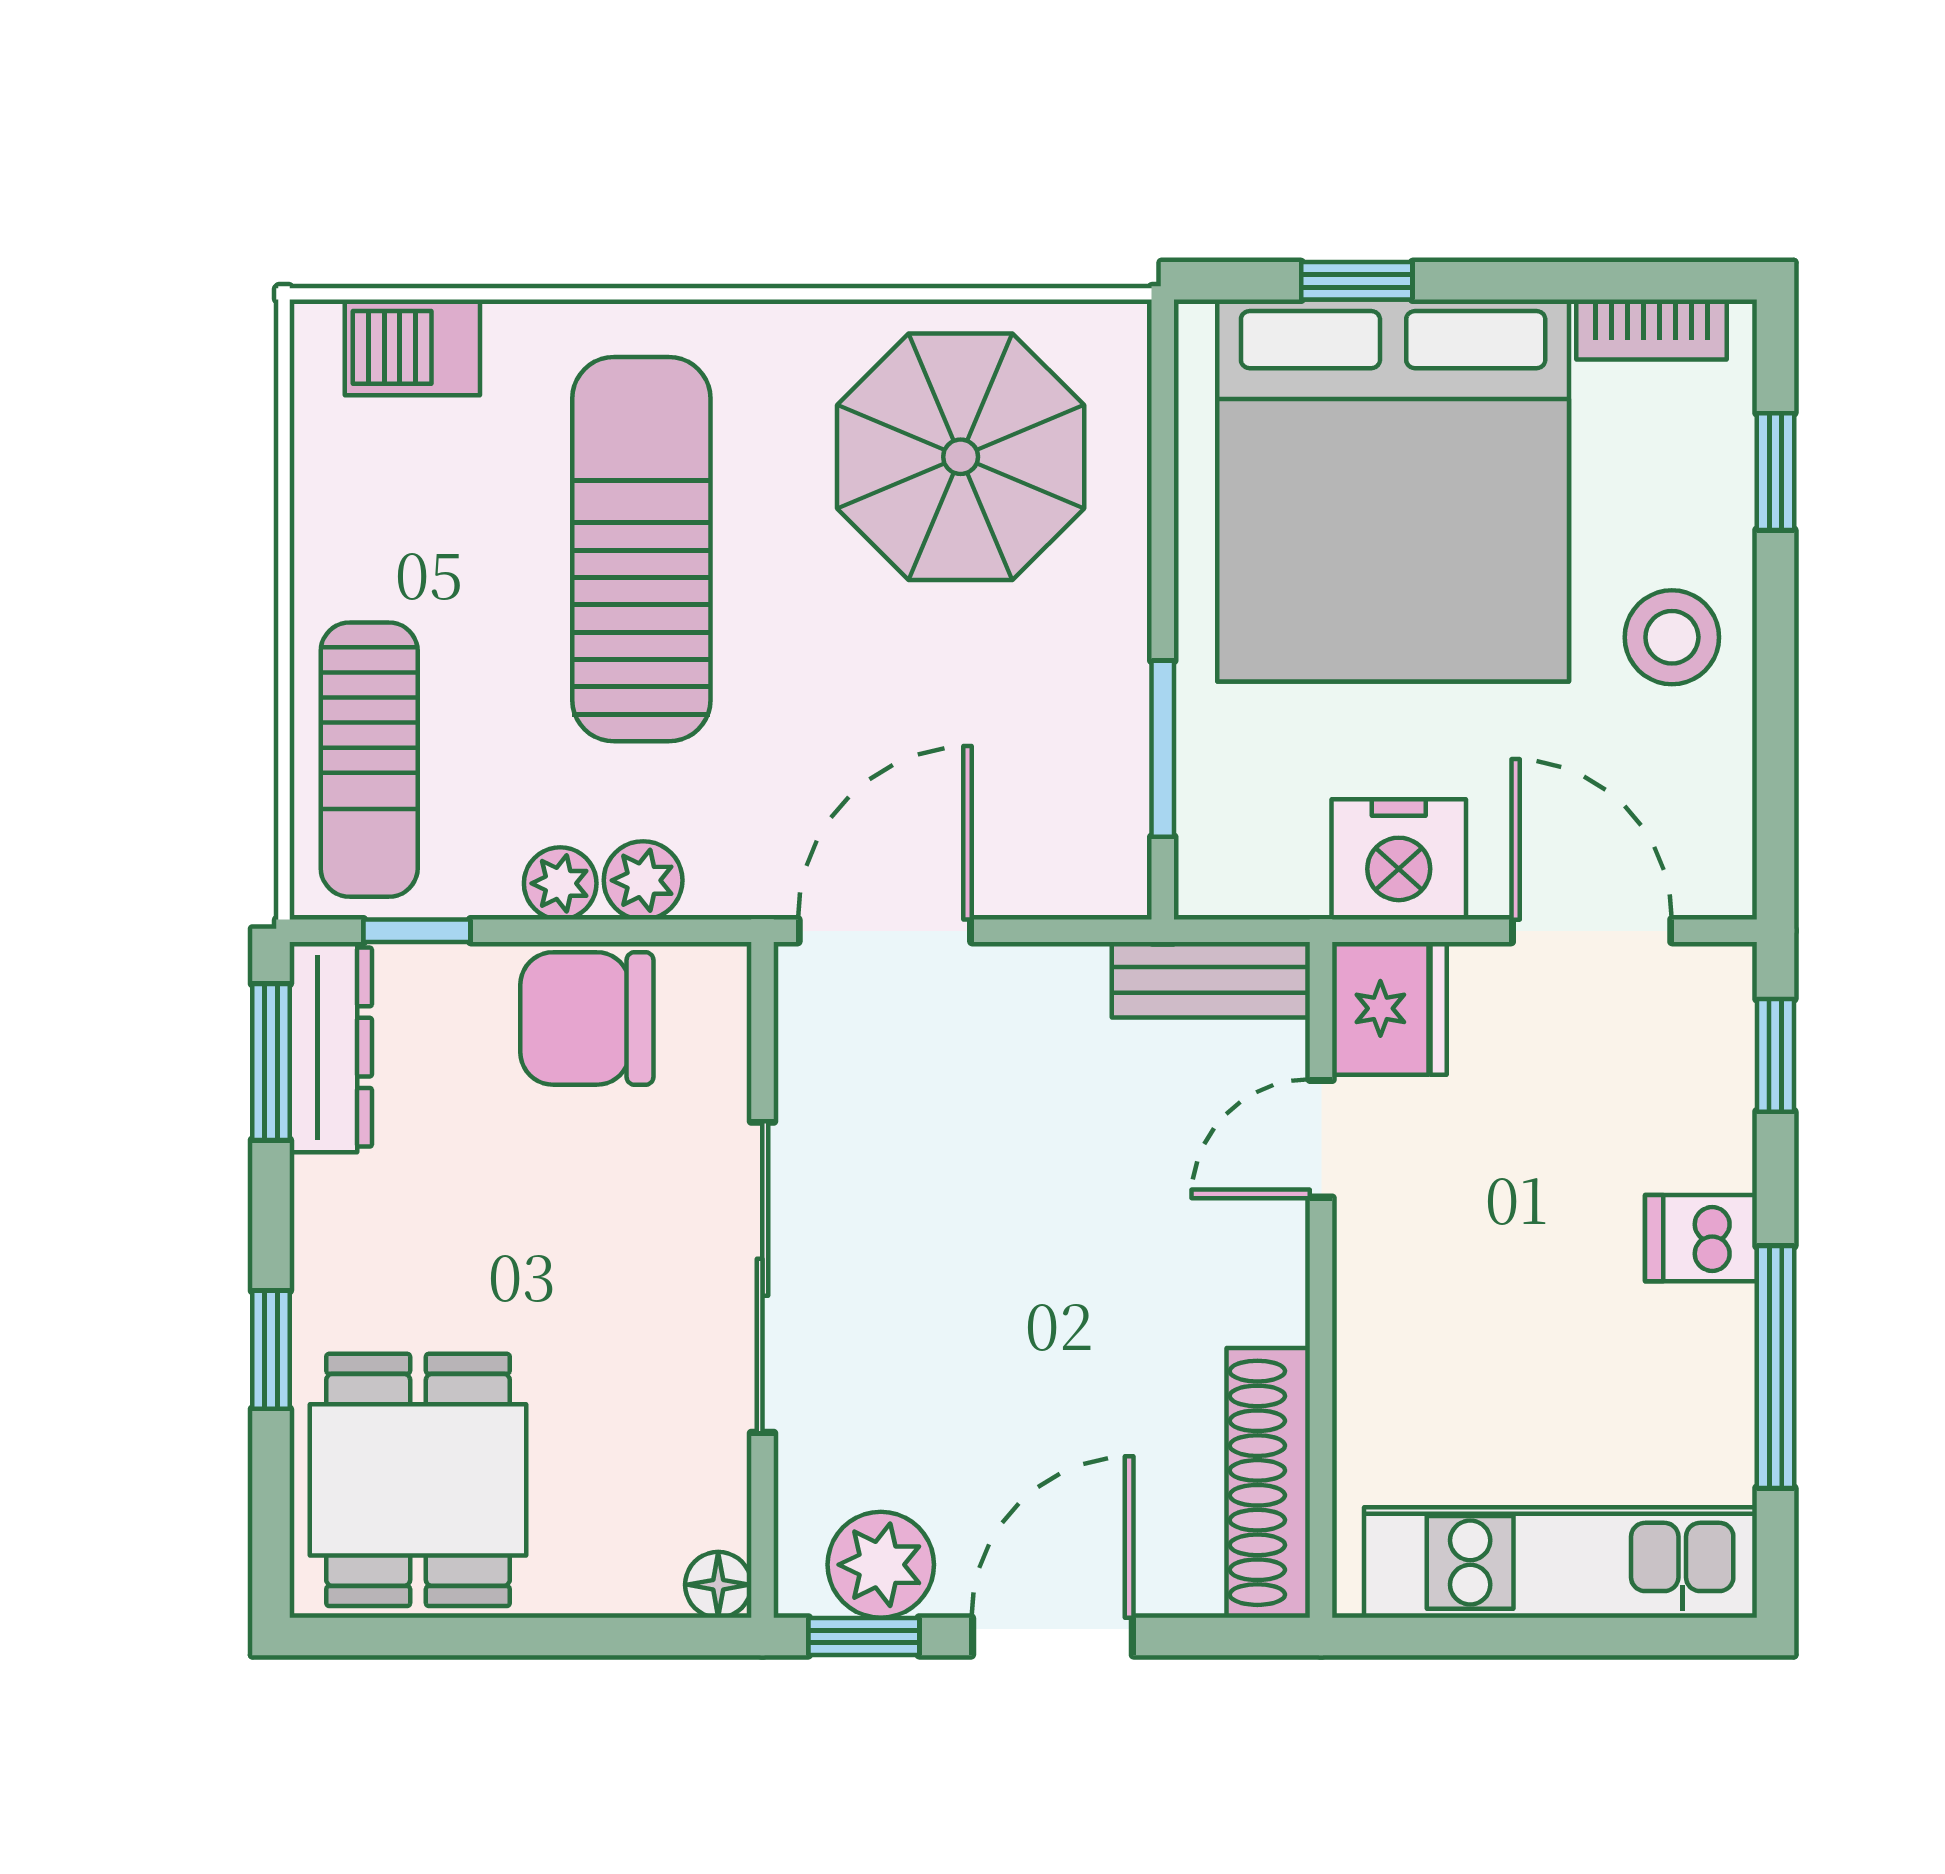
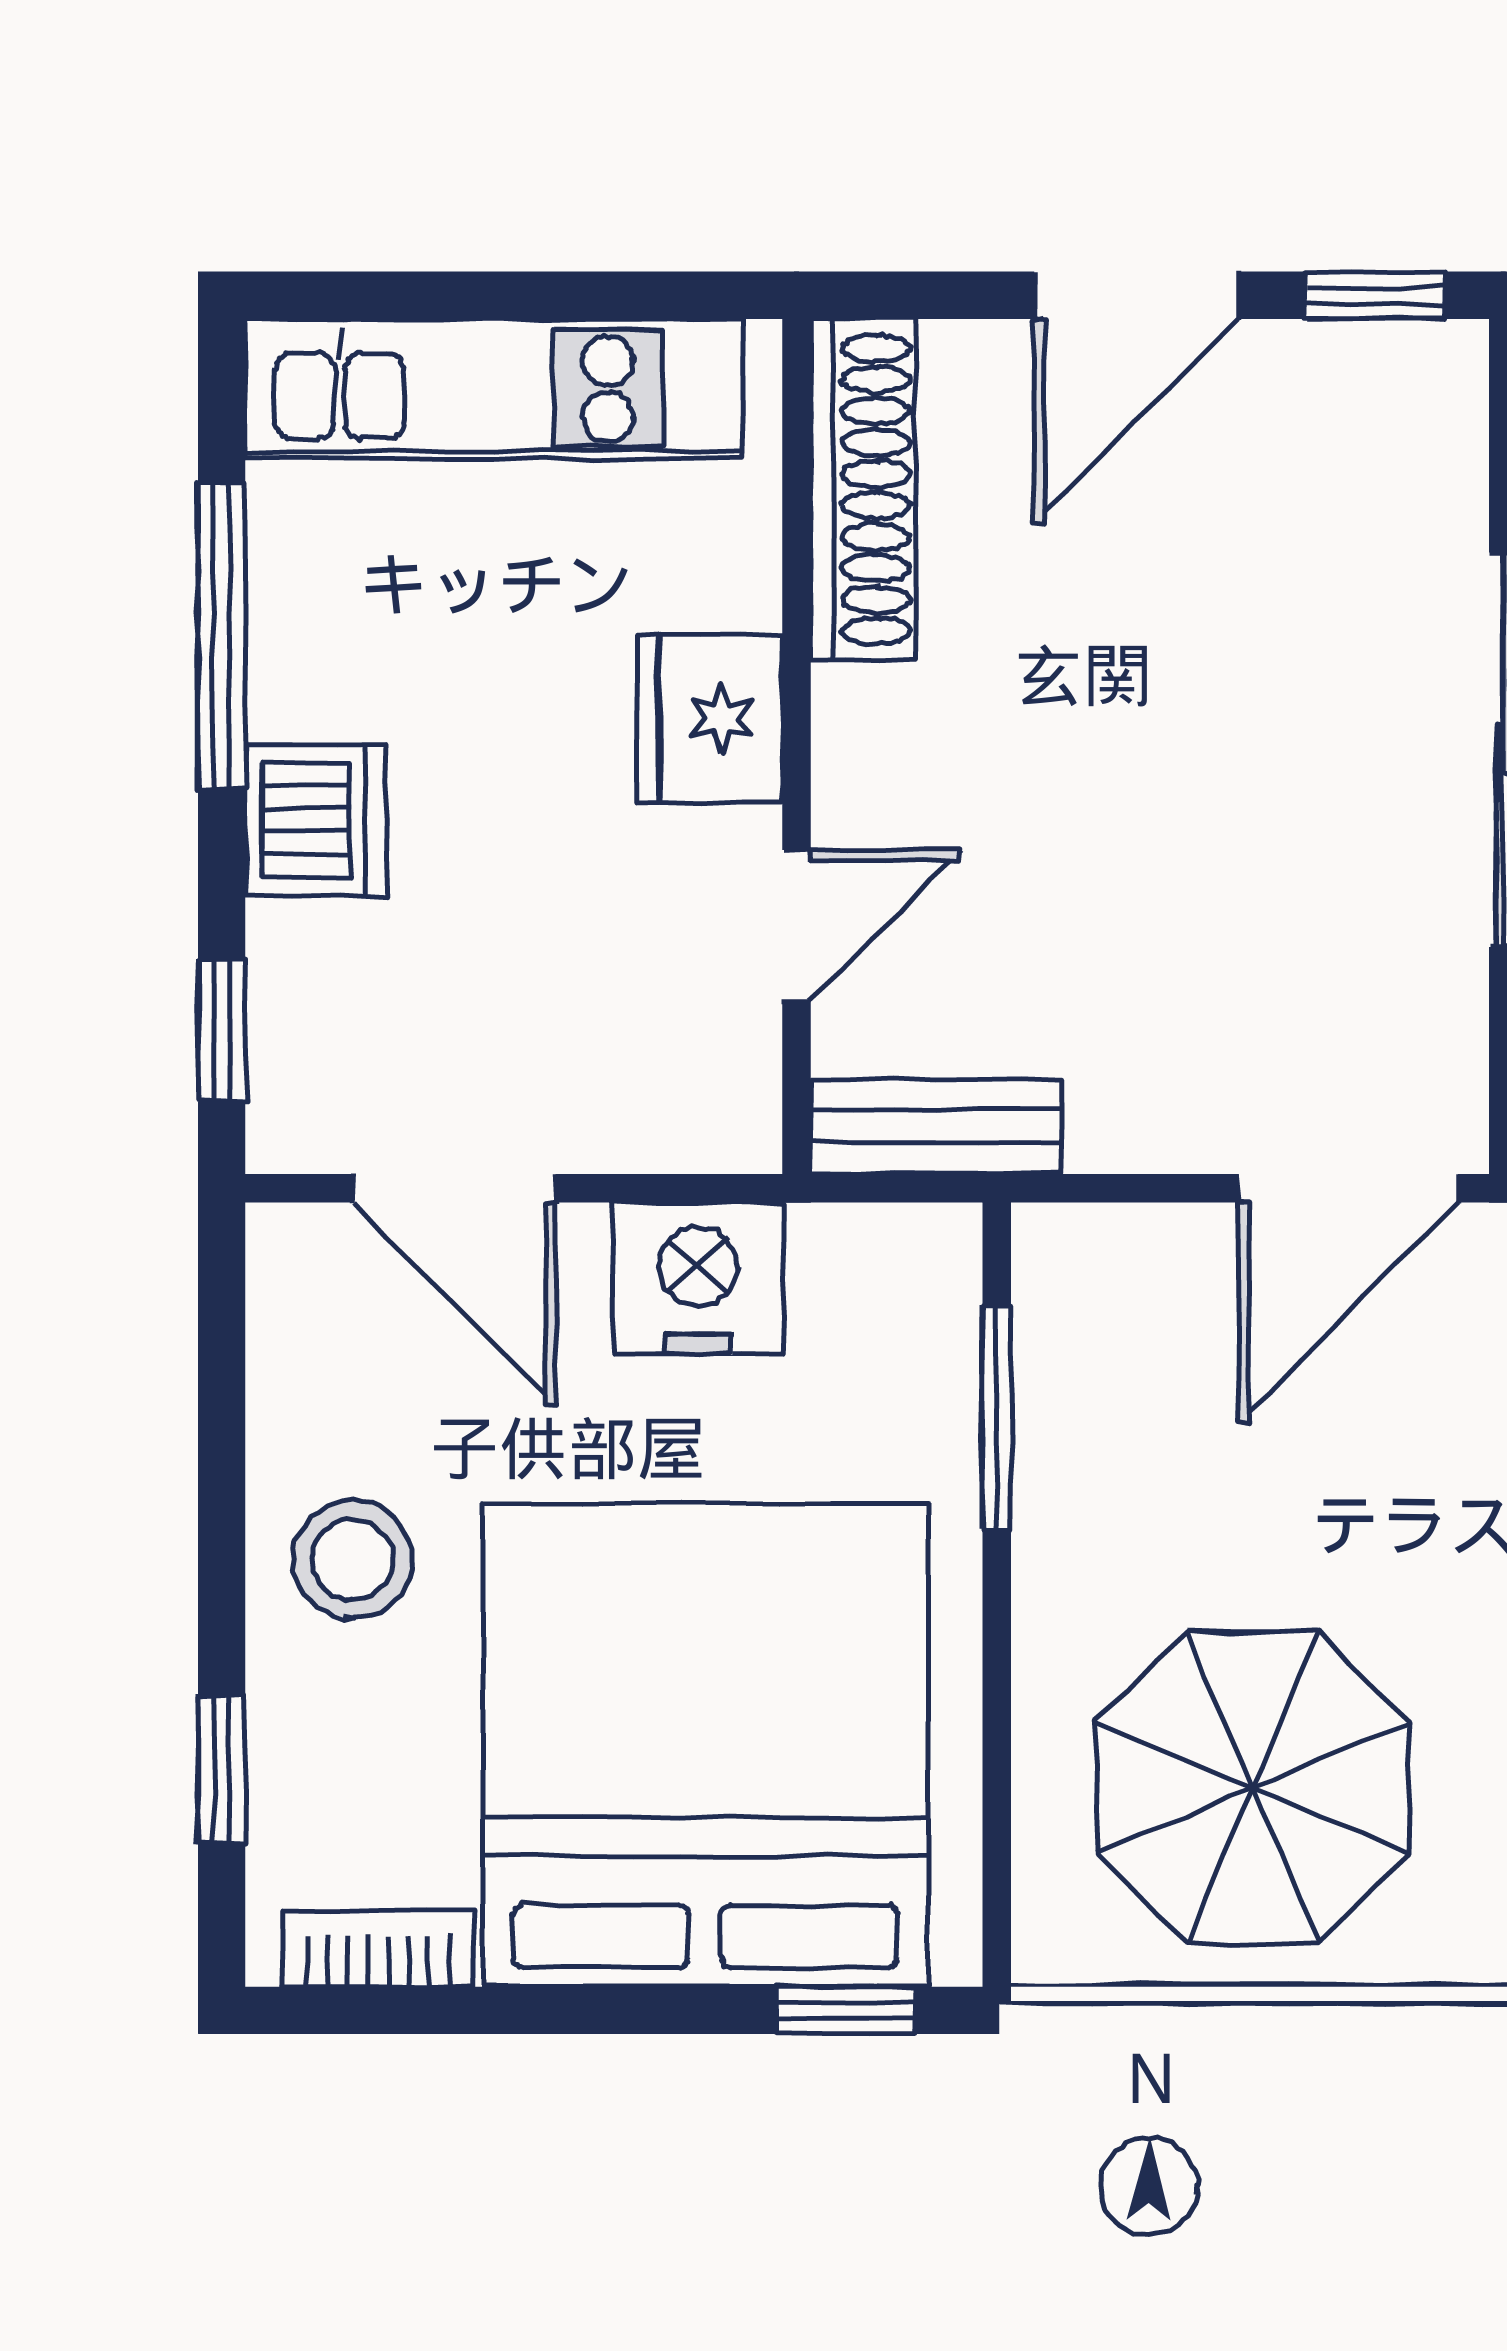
window: (1357, 281) -> (846, 2010), moved
fridge: (1389, 1008) -> (710, 718), moved
dishwasher: (1701, 1238) -> (316, 820), width x1.38
plant: (881, 1565) -> (1354, 386), removed

